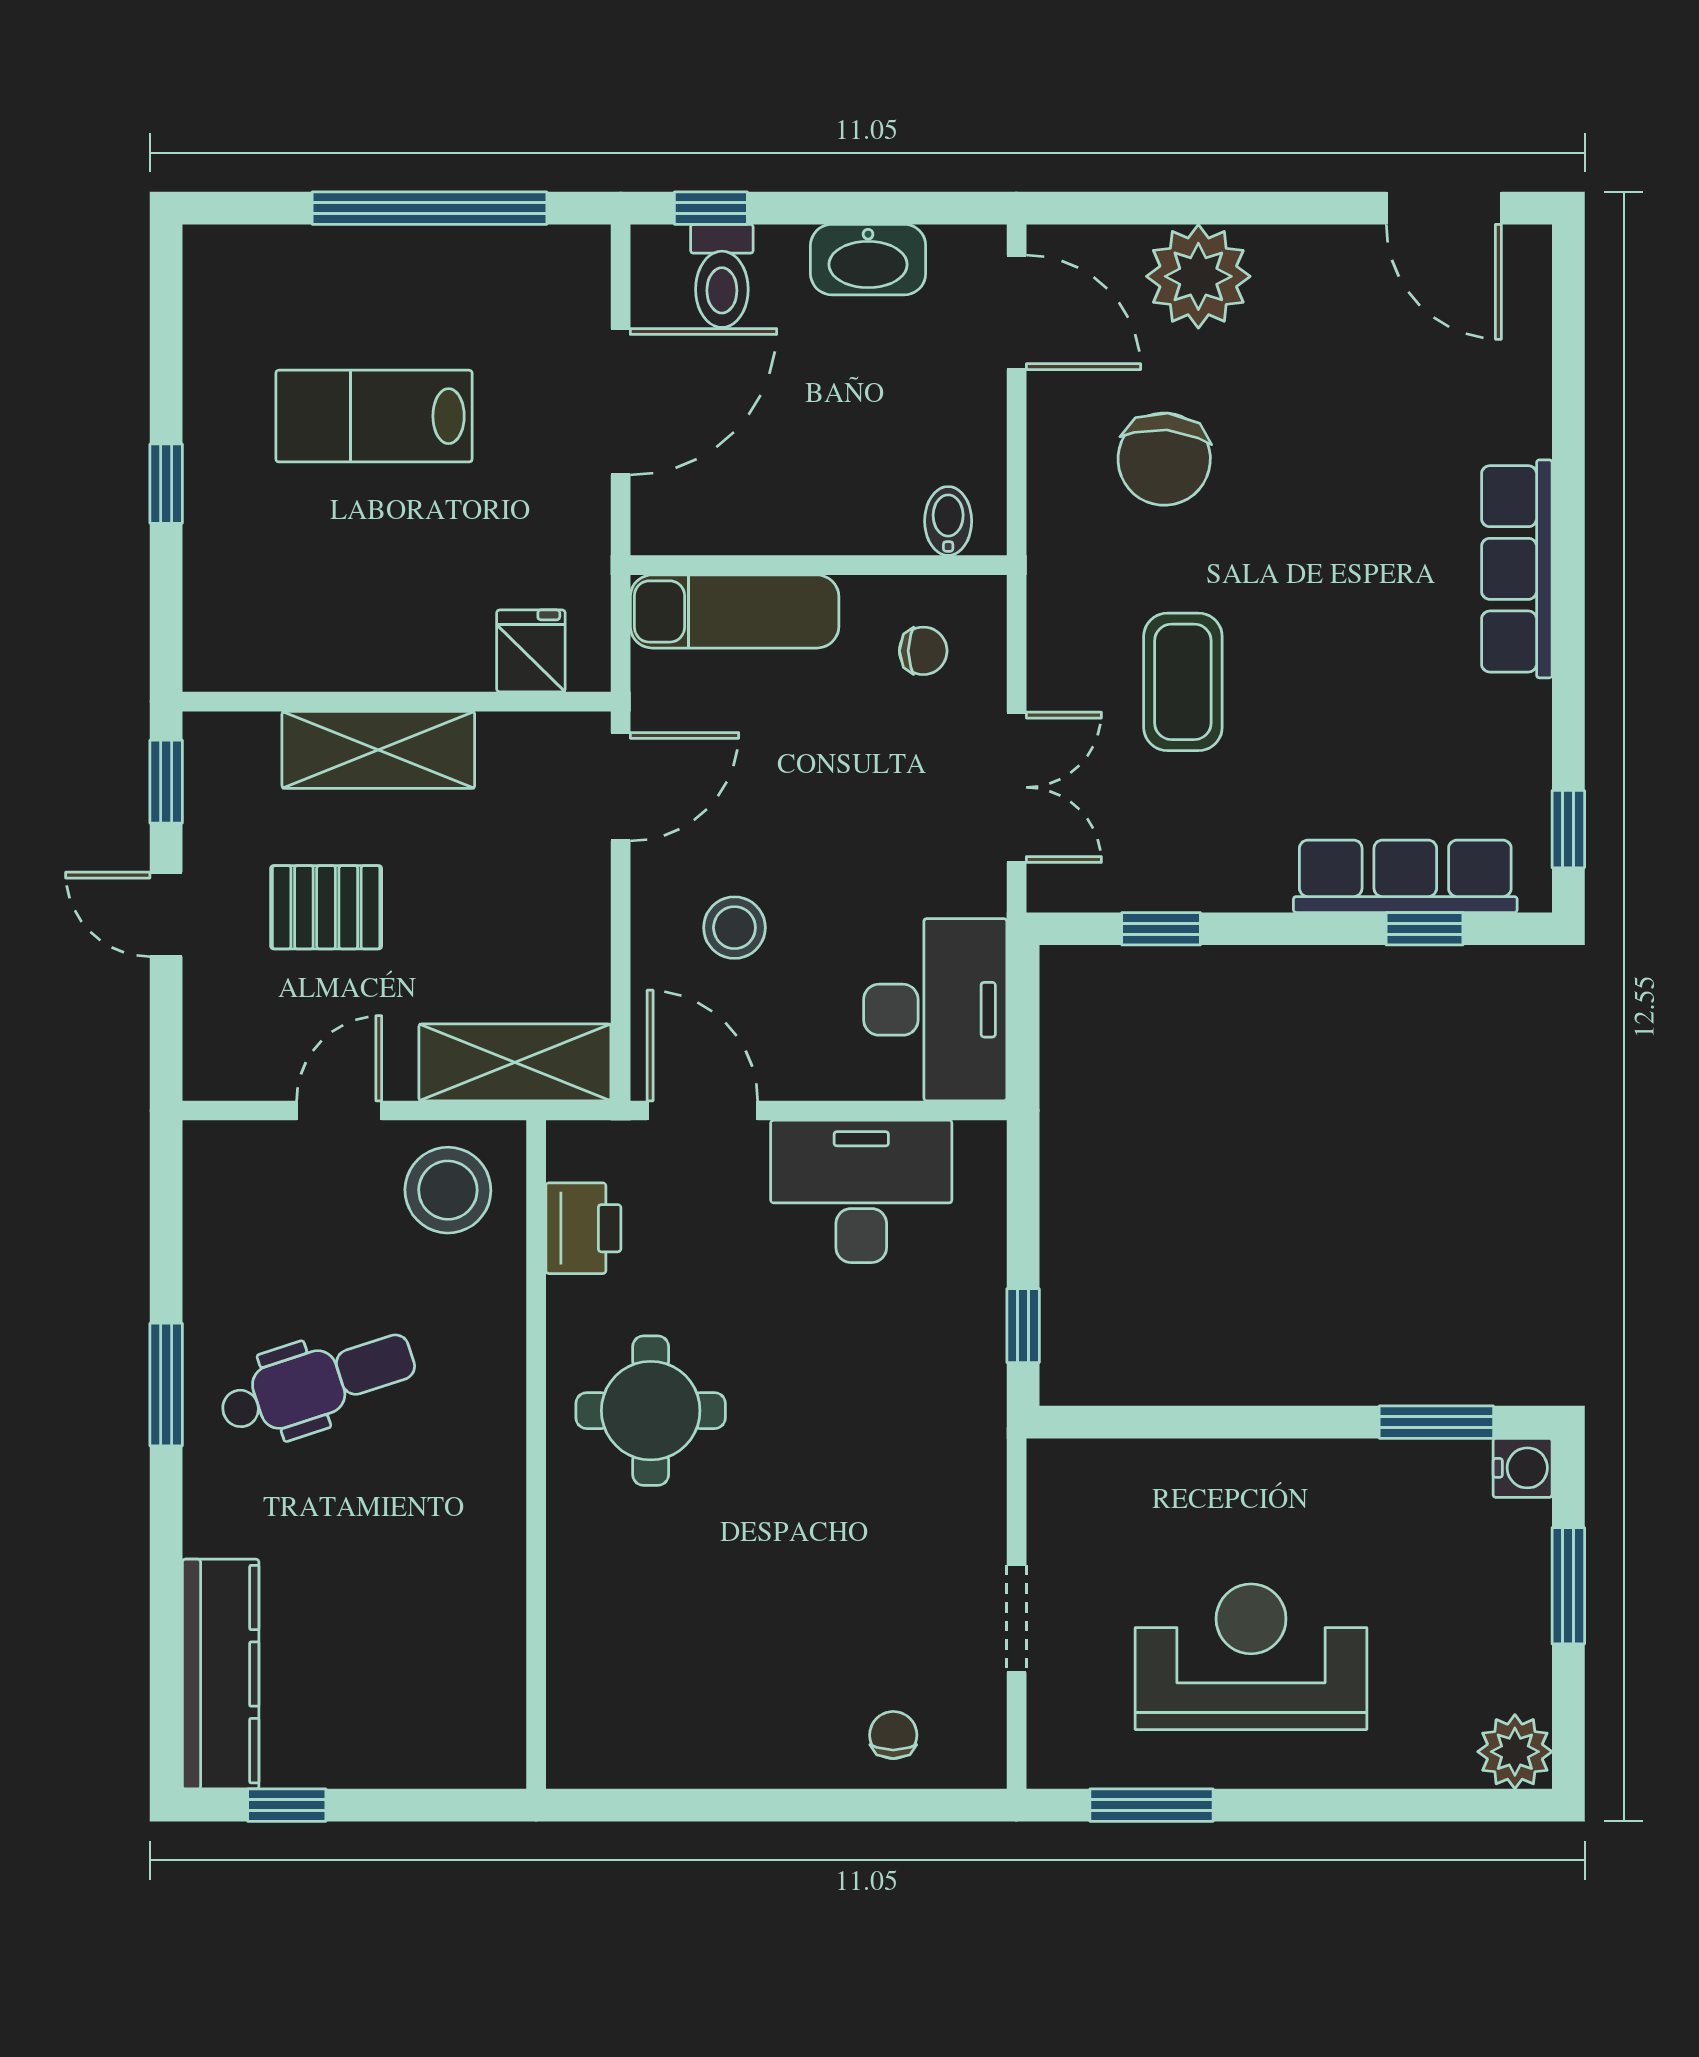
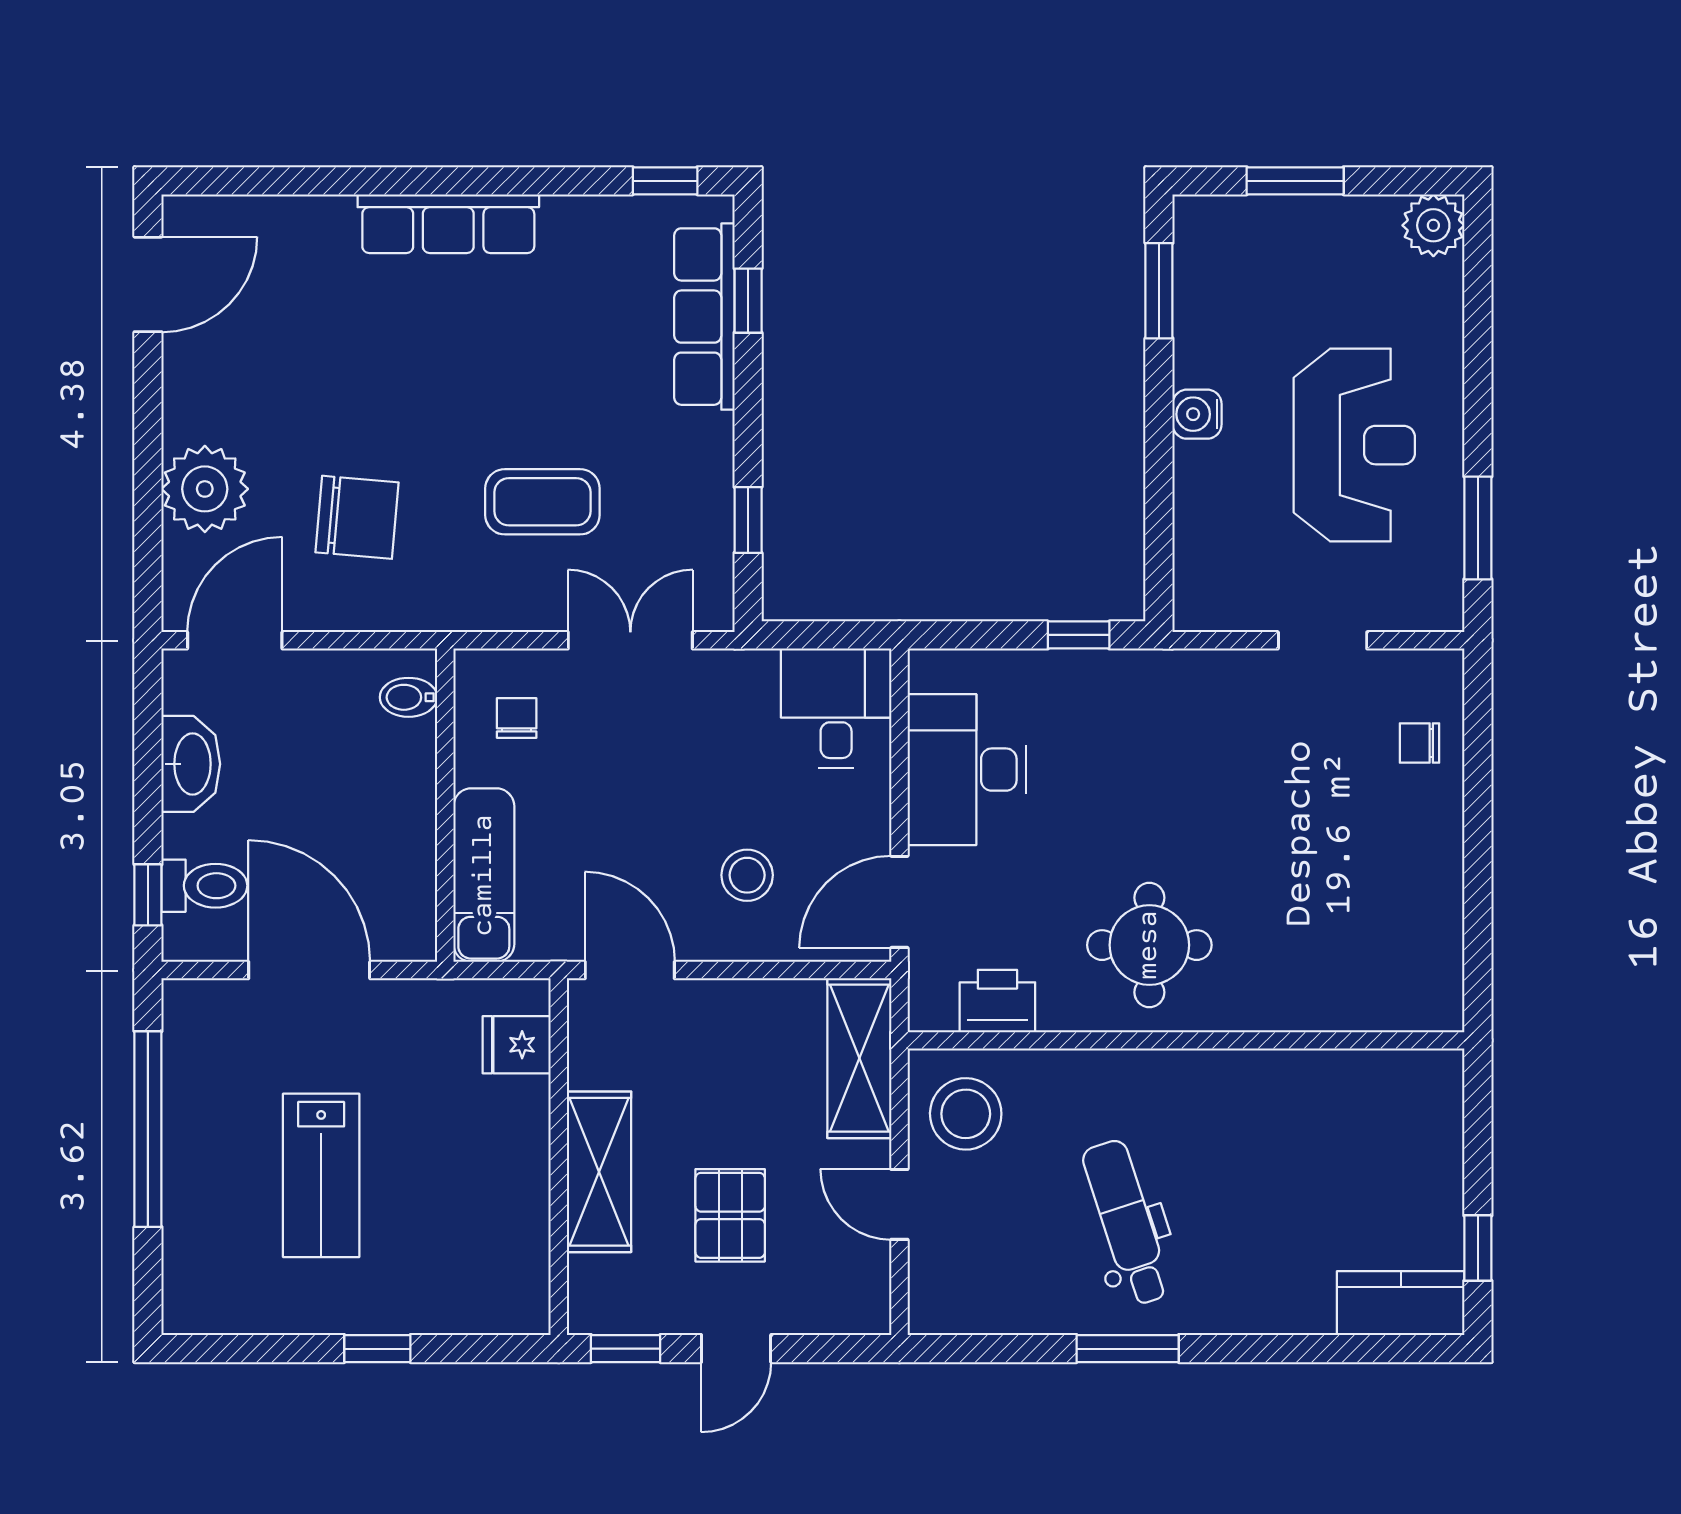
desk: (935, 1010) -> (836, 708), width x0.73
water cooler: (1523, 1468) -> (1197, 414), moved, turned -90
reception desk: (1251, 1657) -> (1354, 445), turned 180
kitchen counter: (221, 1674) -> (1401, 1303), width x0.67

